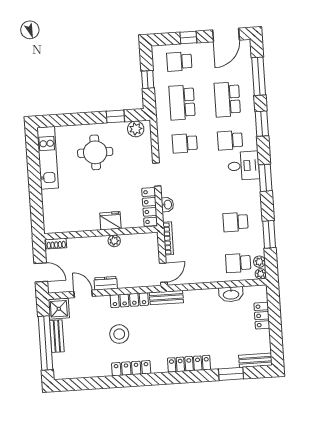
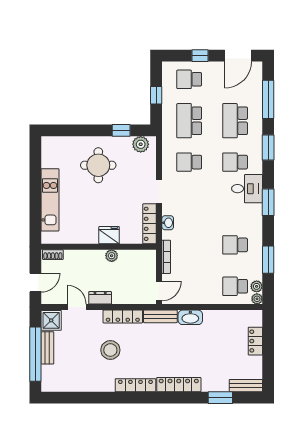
kitchen unit: (48, 158) -> (50, 200), moved
door: (41, 272) -> (35, 283), hinge flipped
washbasin: (231, 294) -> (190, 317), moved
locker: (131, 368) -> (135, 385), moved

